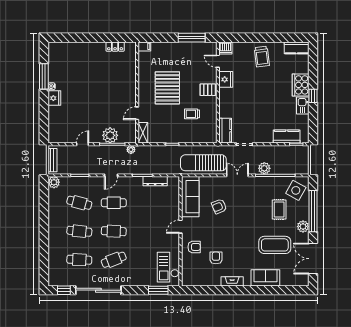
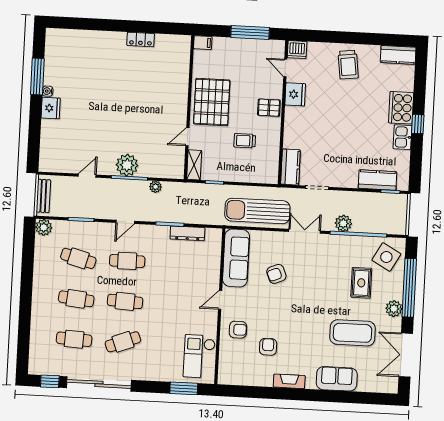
filing cabinet: (144, 46) -> (203, 43), moved
wall: (137, 92) -> (189, 107), moved
door: (137, 113) -> (187, 137), moved
shelving: (143, 133) -> (194, 165), moved

